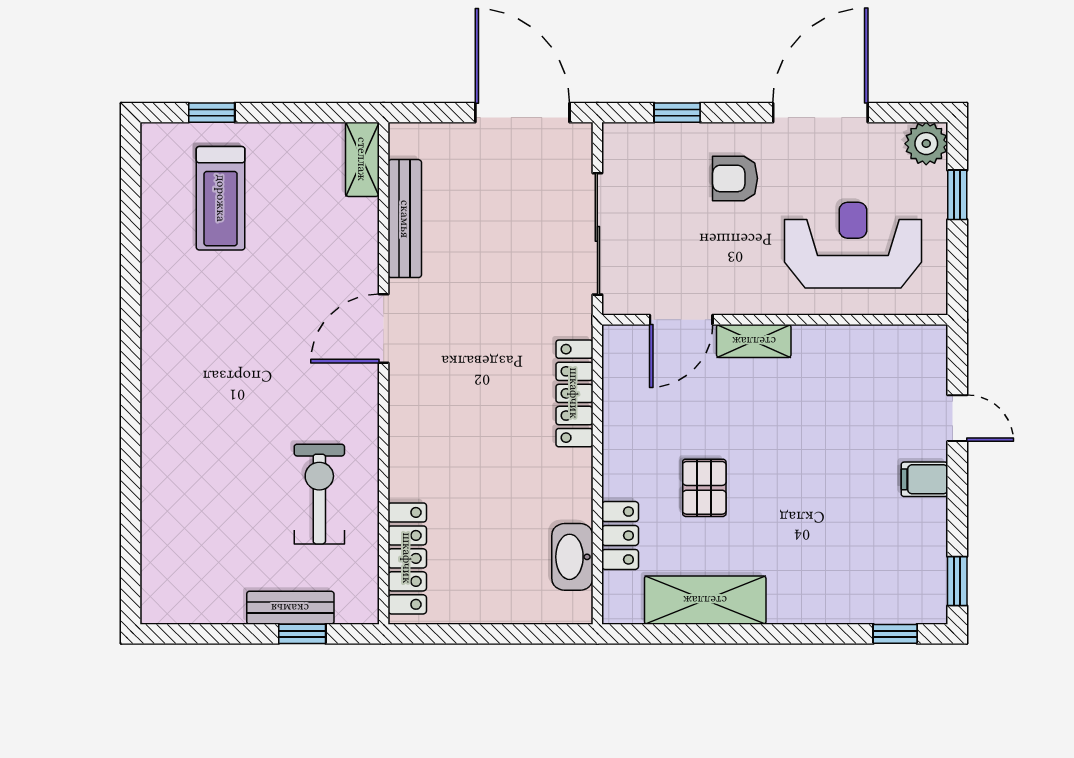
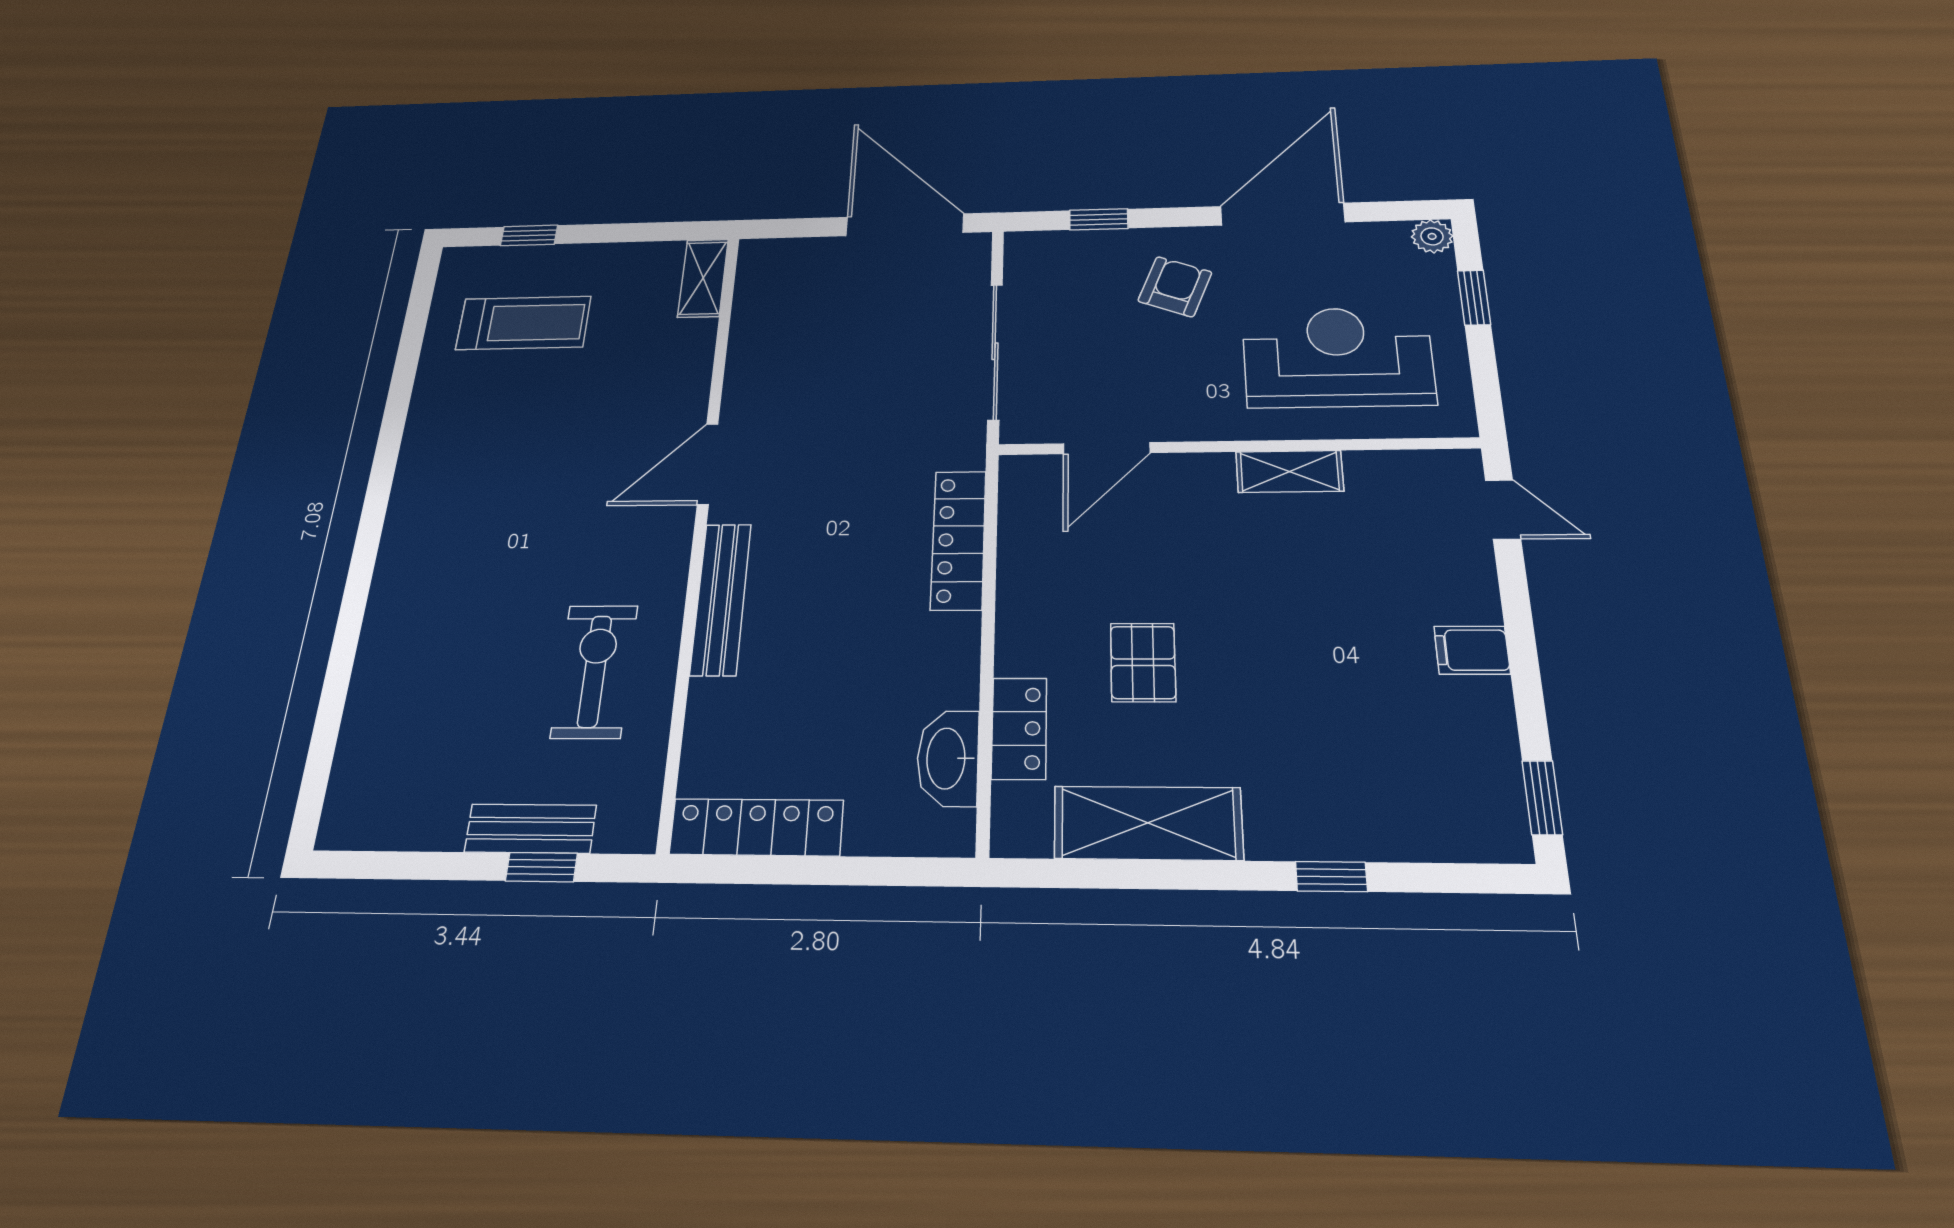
plant: (926, 144) -> (1432, 236), width x0.73, depth x0.73
armchair: (735, 178) -> (1175, 287), turned 111
treadmill: (221, 198) -> (524, 323), turned -90
bench: (405, 219) -> (721, 599), moved
shelving: (754, 341) -> (1289, 471), moved
door: (957, 418) -> (1503, 509), moved
locker: (407, 558) -> (756, 827), moved, turned -90
window: (895, 634) -> (1331, 877), moved

